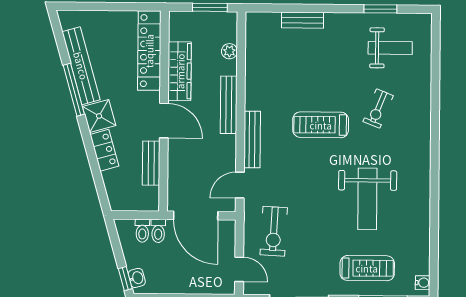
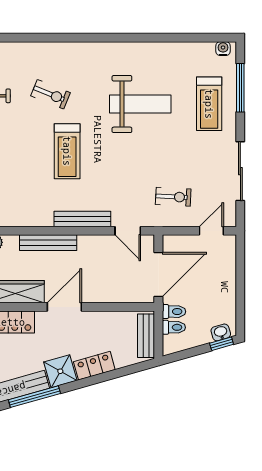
bench: (151, 163) -> (146, 336), moved, turned 90
exercise bike: (274, 231) -> (173, 197), width x0.73, depth x0.72
treadmill: (367, 268) -> (209, 104), turned 180

